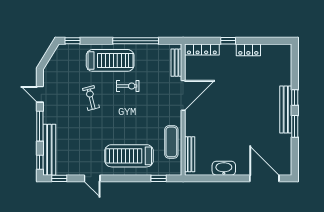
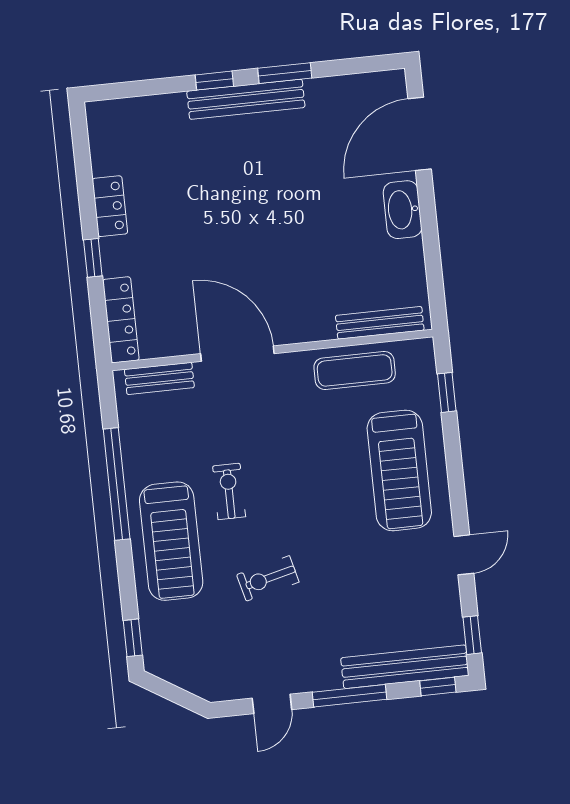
treadmill: (110, 60) -> (171, 541), turned 180
washbasin: (224, 168) -> (403, 210), moved

